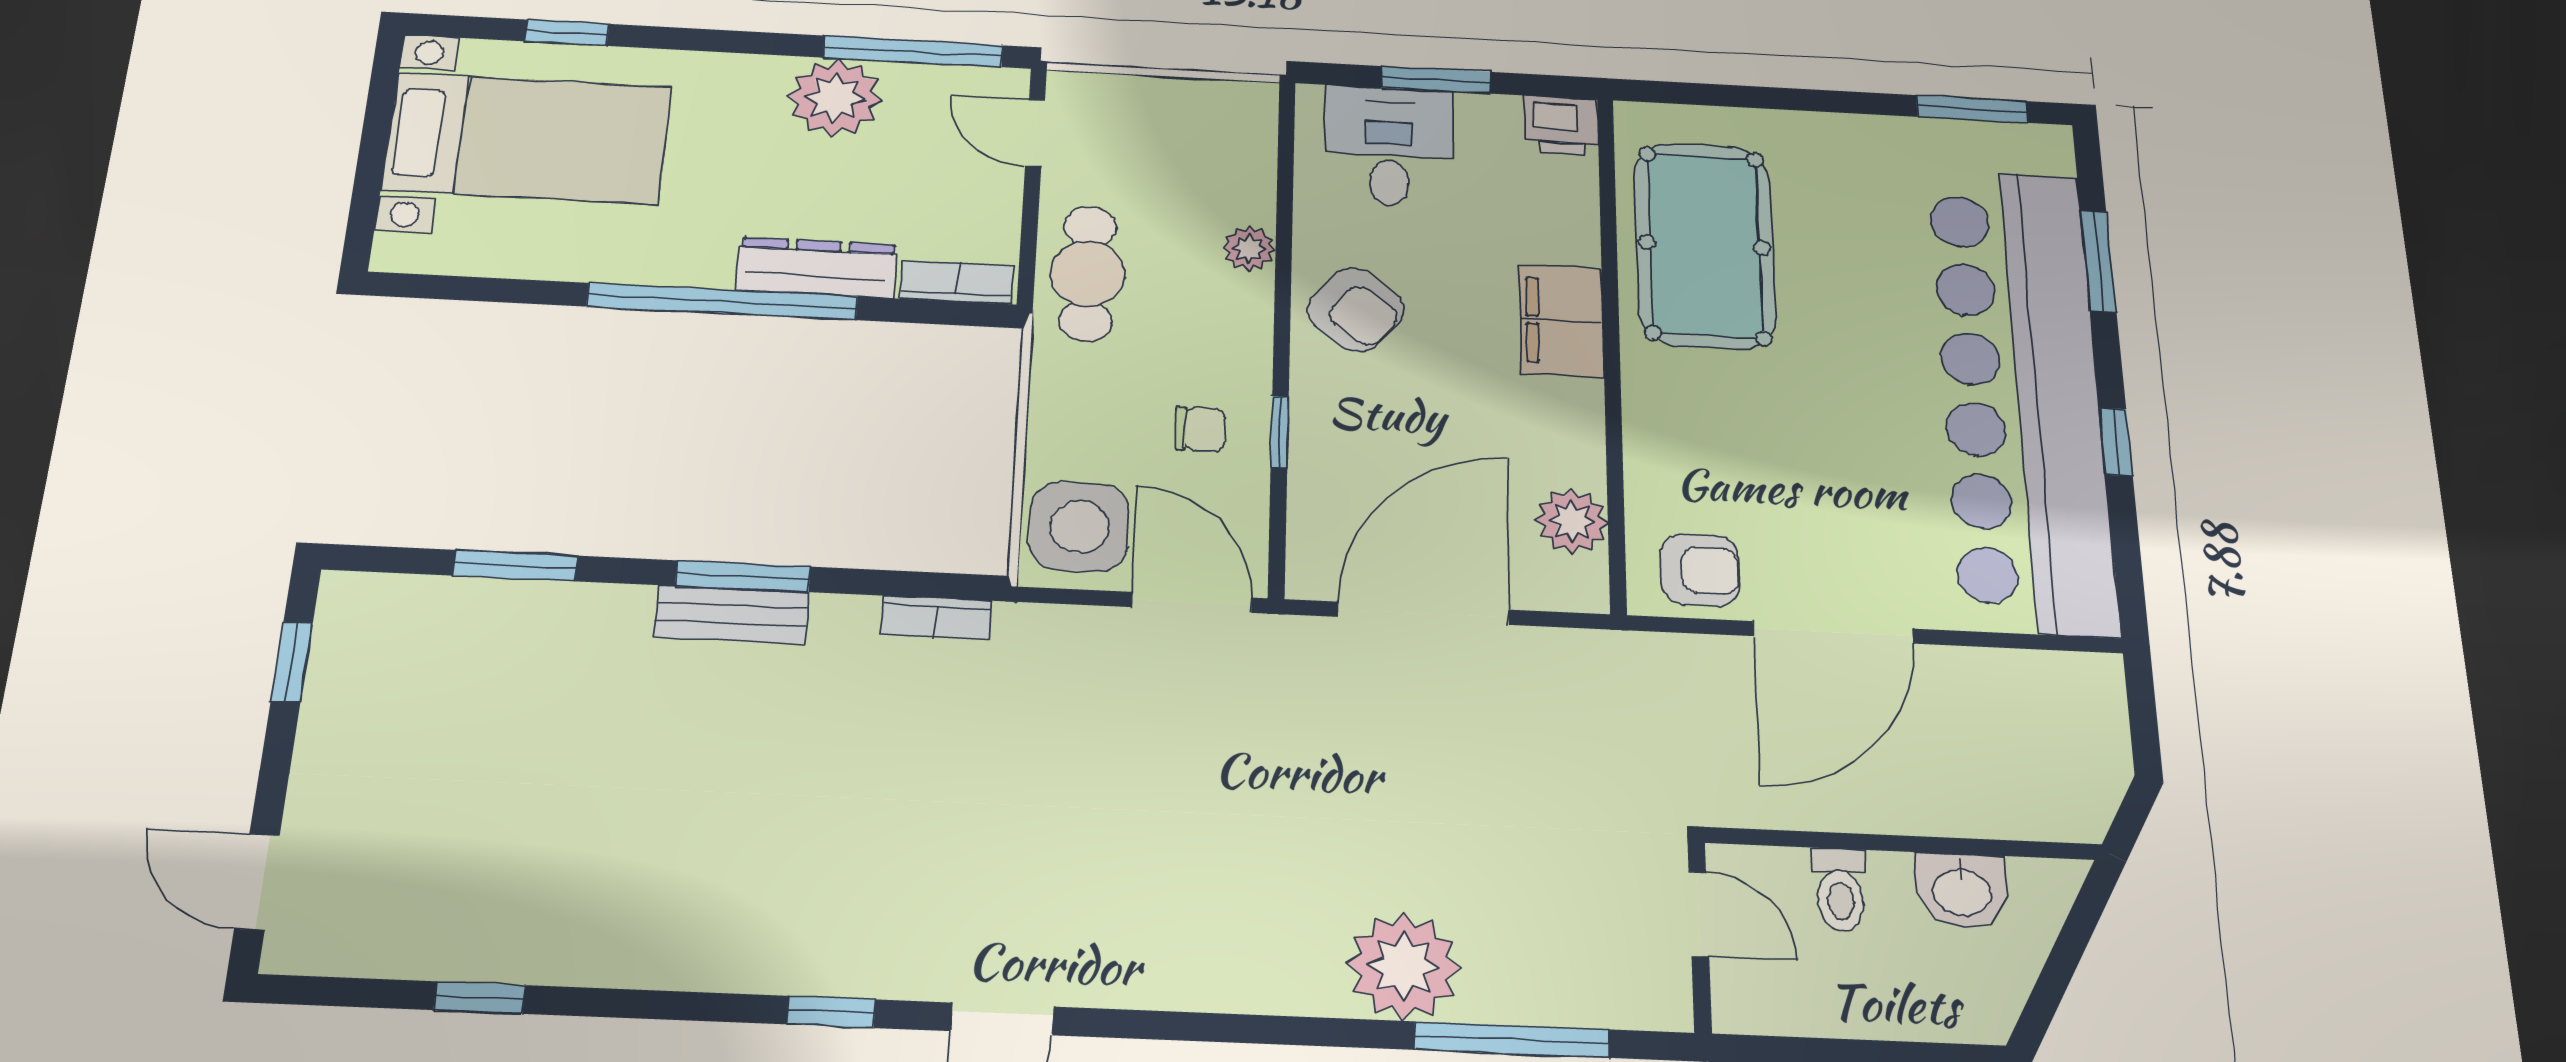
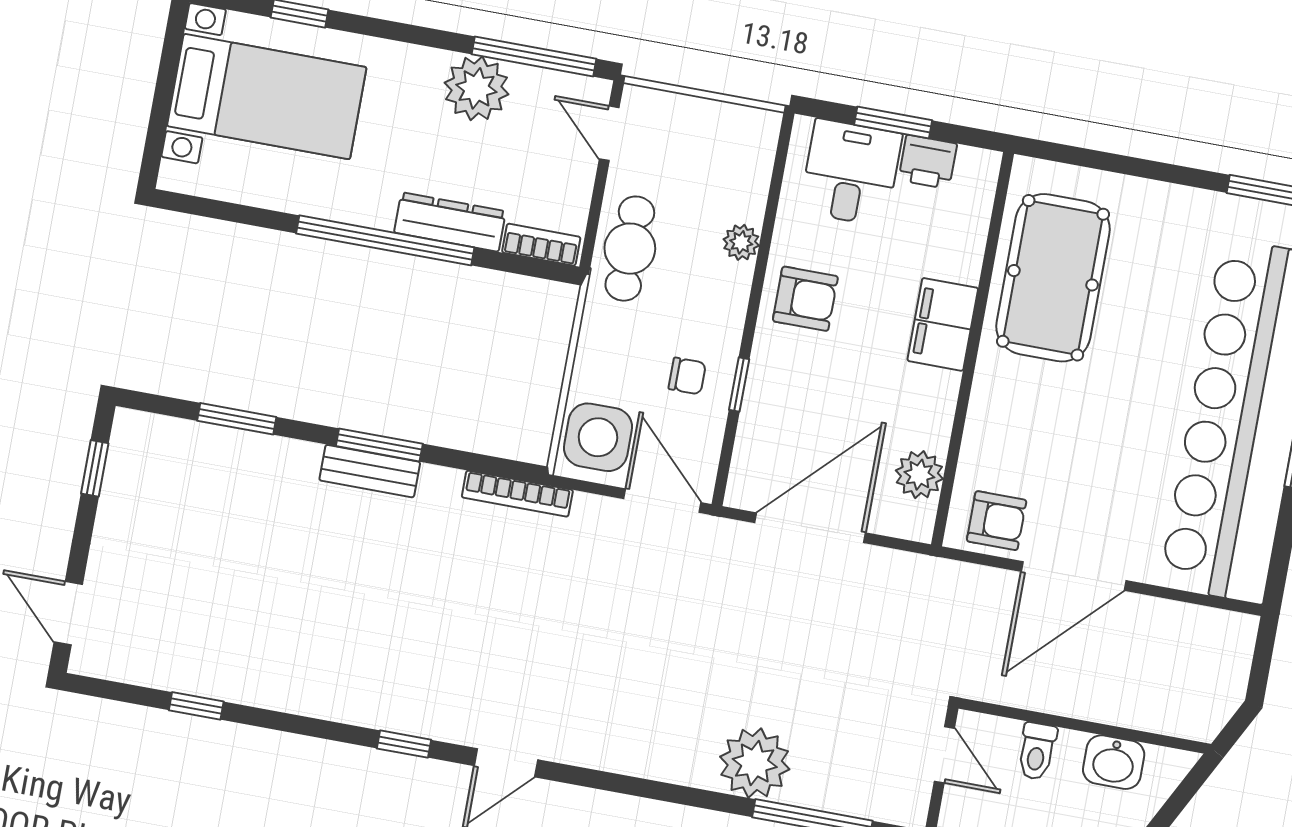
printer: (1562, 126) -> (928, 162), moved
armchair: (1356, 310) -> (805, 299), turned -39
bookcase: (936, 618) -> (517, 494), width x1.56

